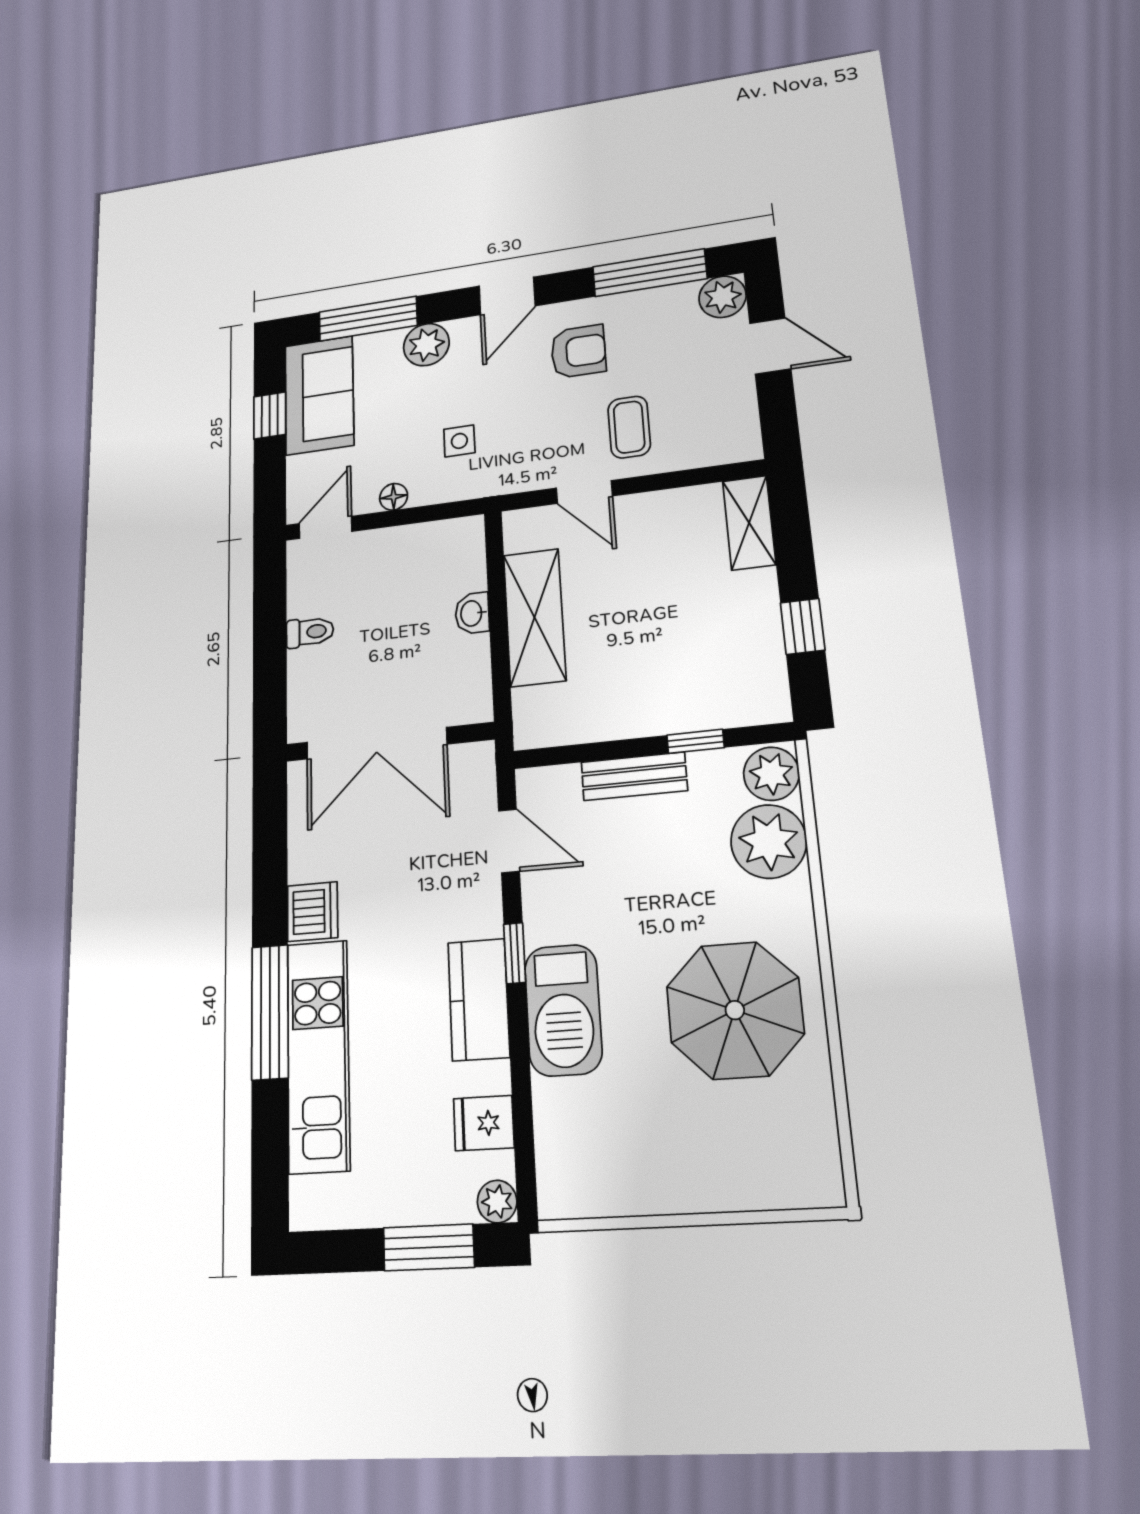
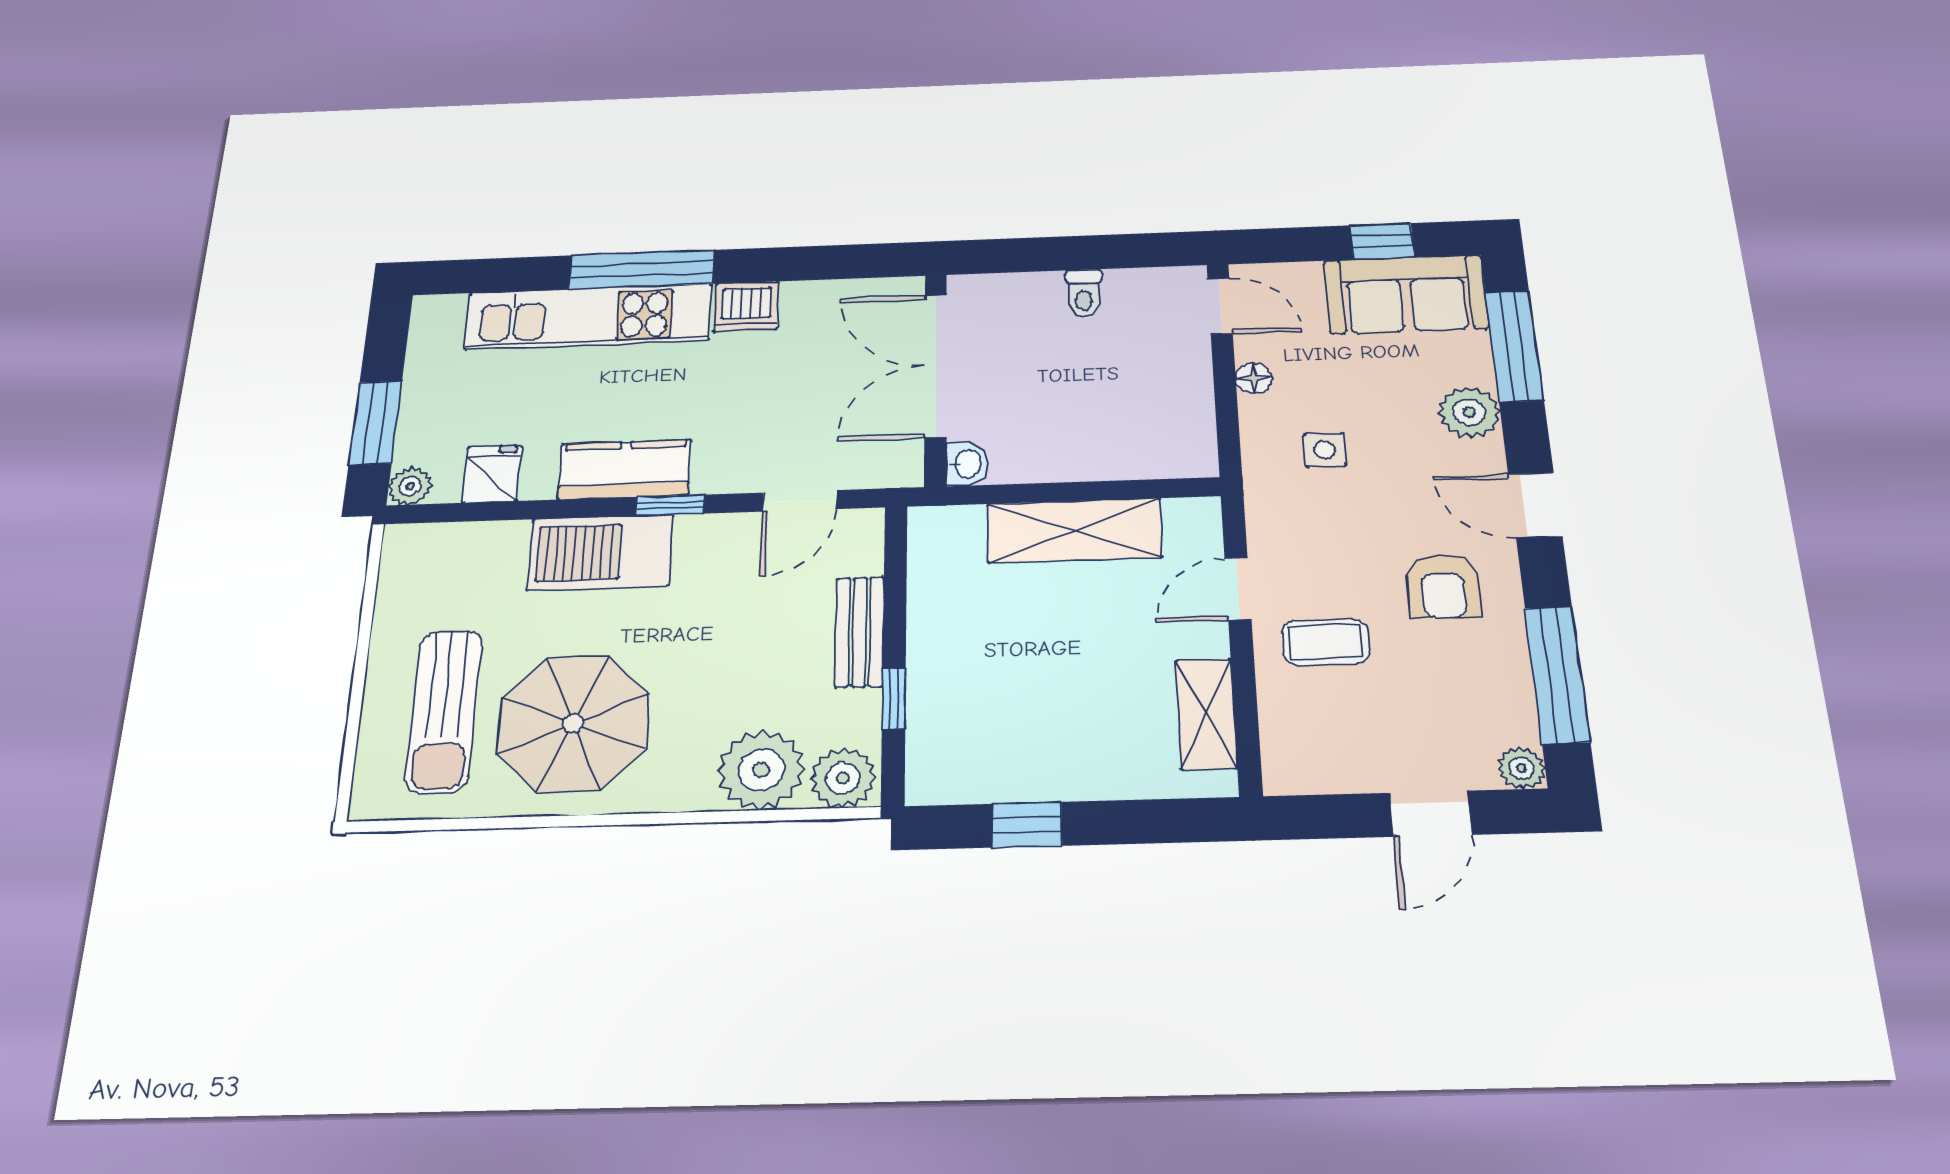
plant: (722, 297) -> (1522, 768), width x0.73, depth x0.73
shelving: (749, 523) -> (1206, 714), moved, turned 90
washbasin: (472, 613) -> (967, 464), moved, turned 90
sun lounger: (729, 1132) -> (444, 711), added

